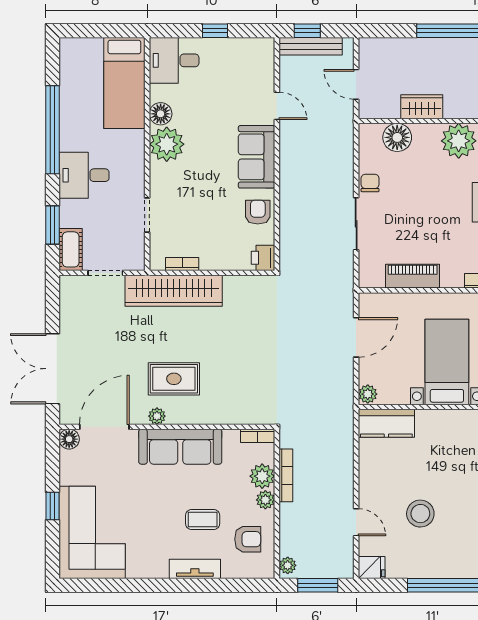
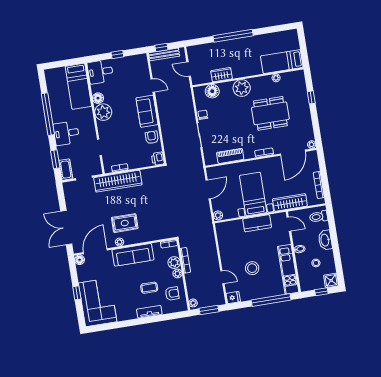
kitchen counter: (386, 423) -> (257, 223), moved

